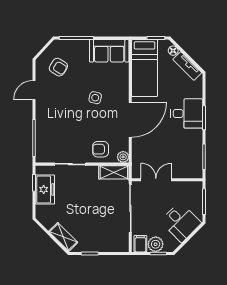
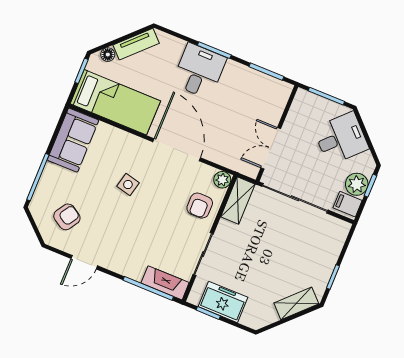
door: (34, 90) -> (84, 262), hinge flipped
fireplace: (42, 147) -> (165, 283), added

